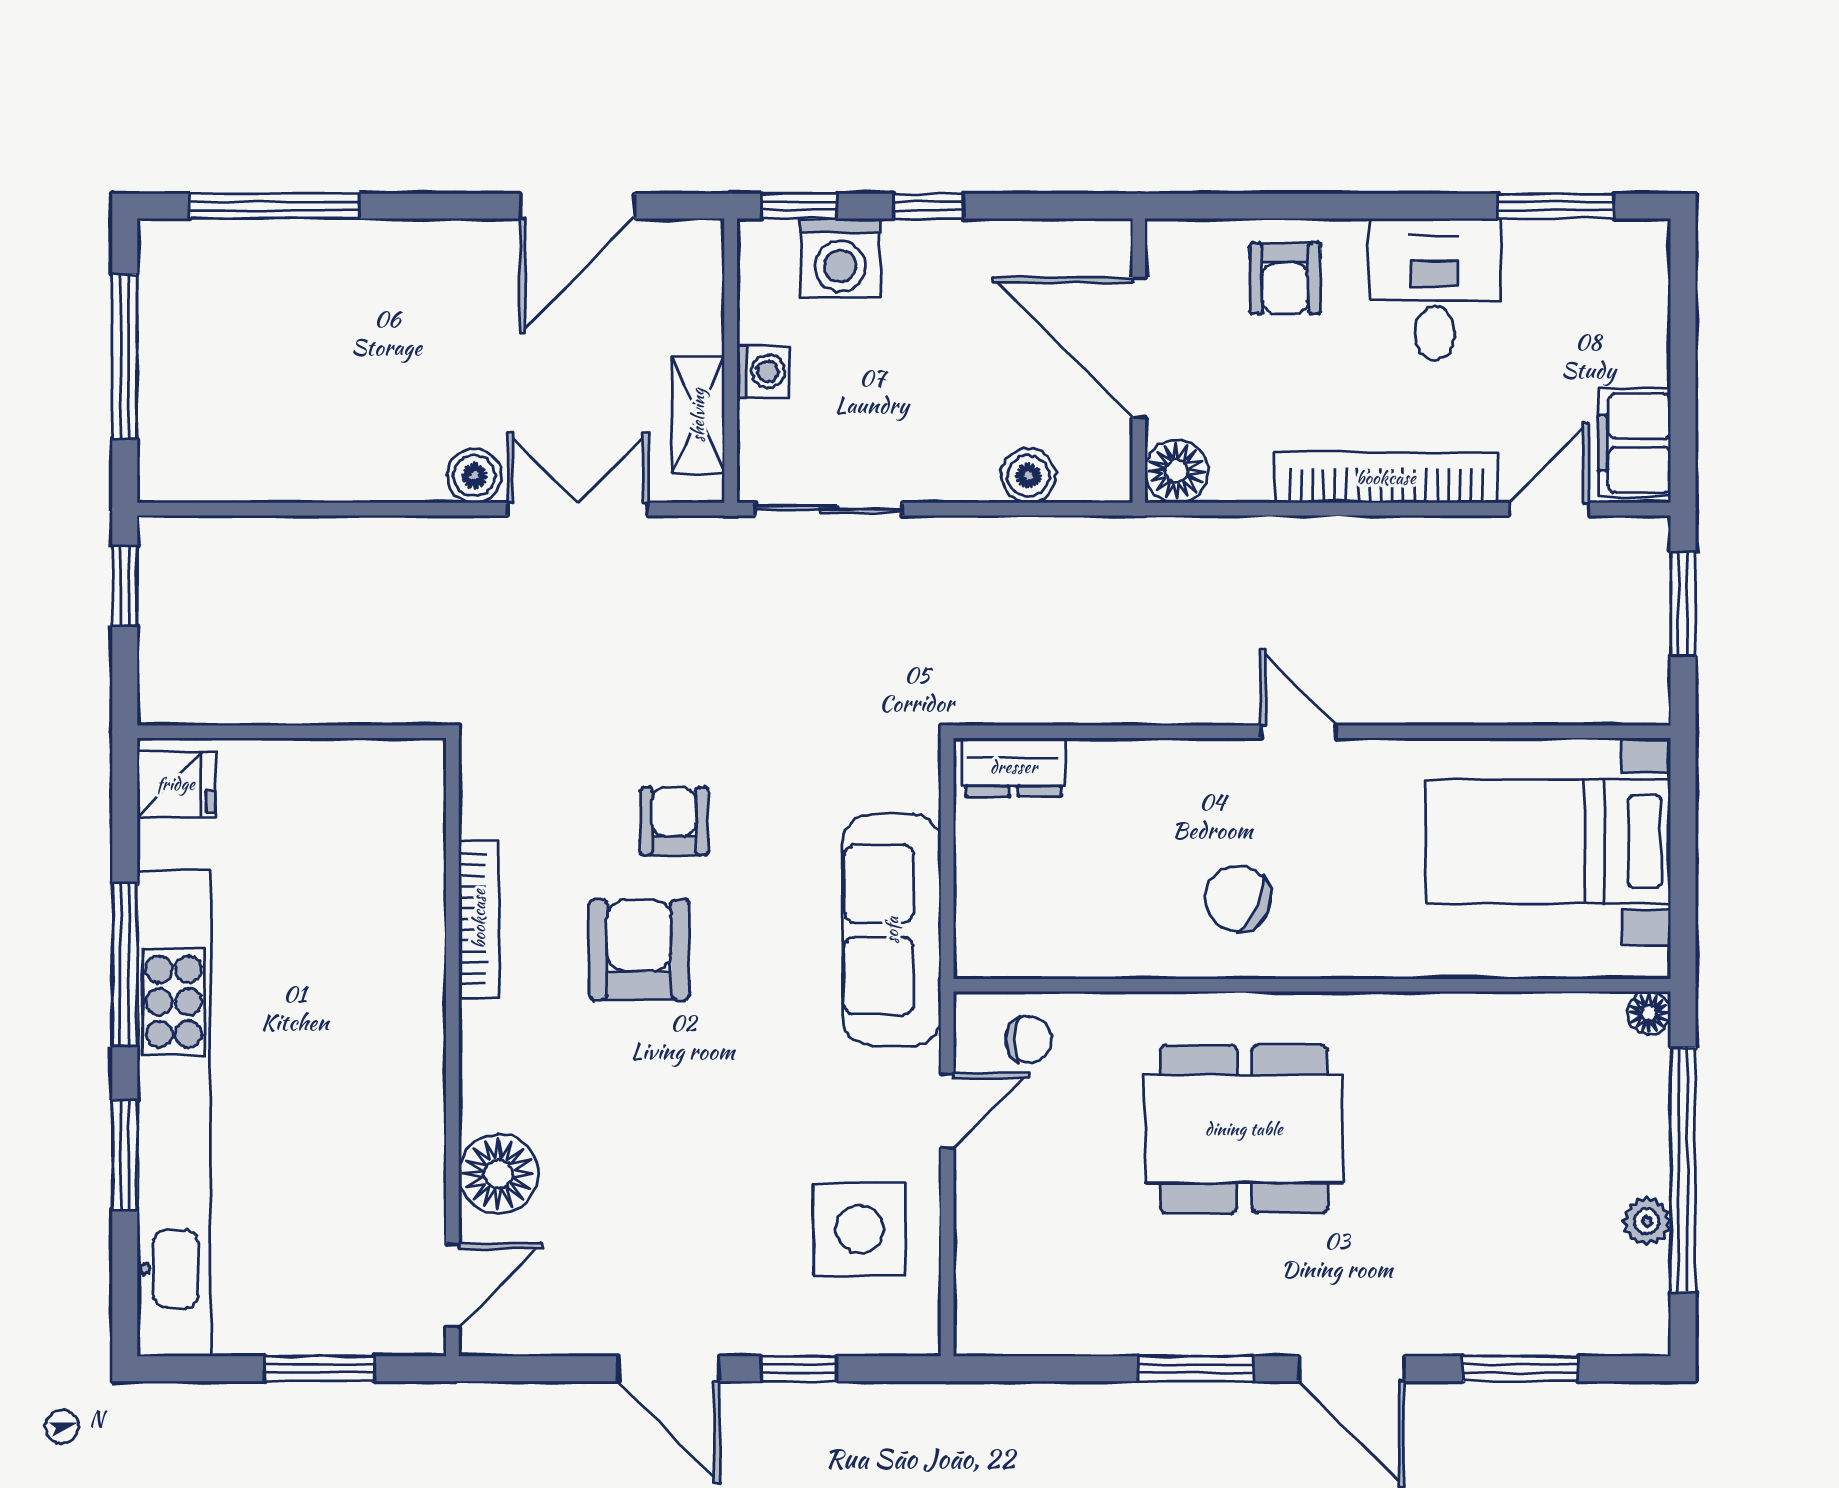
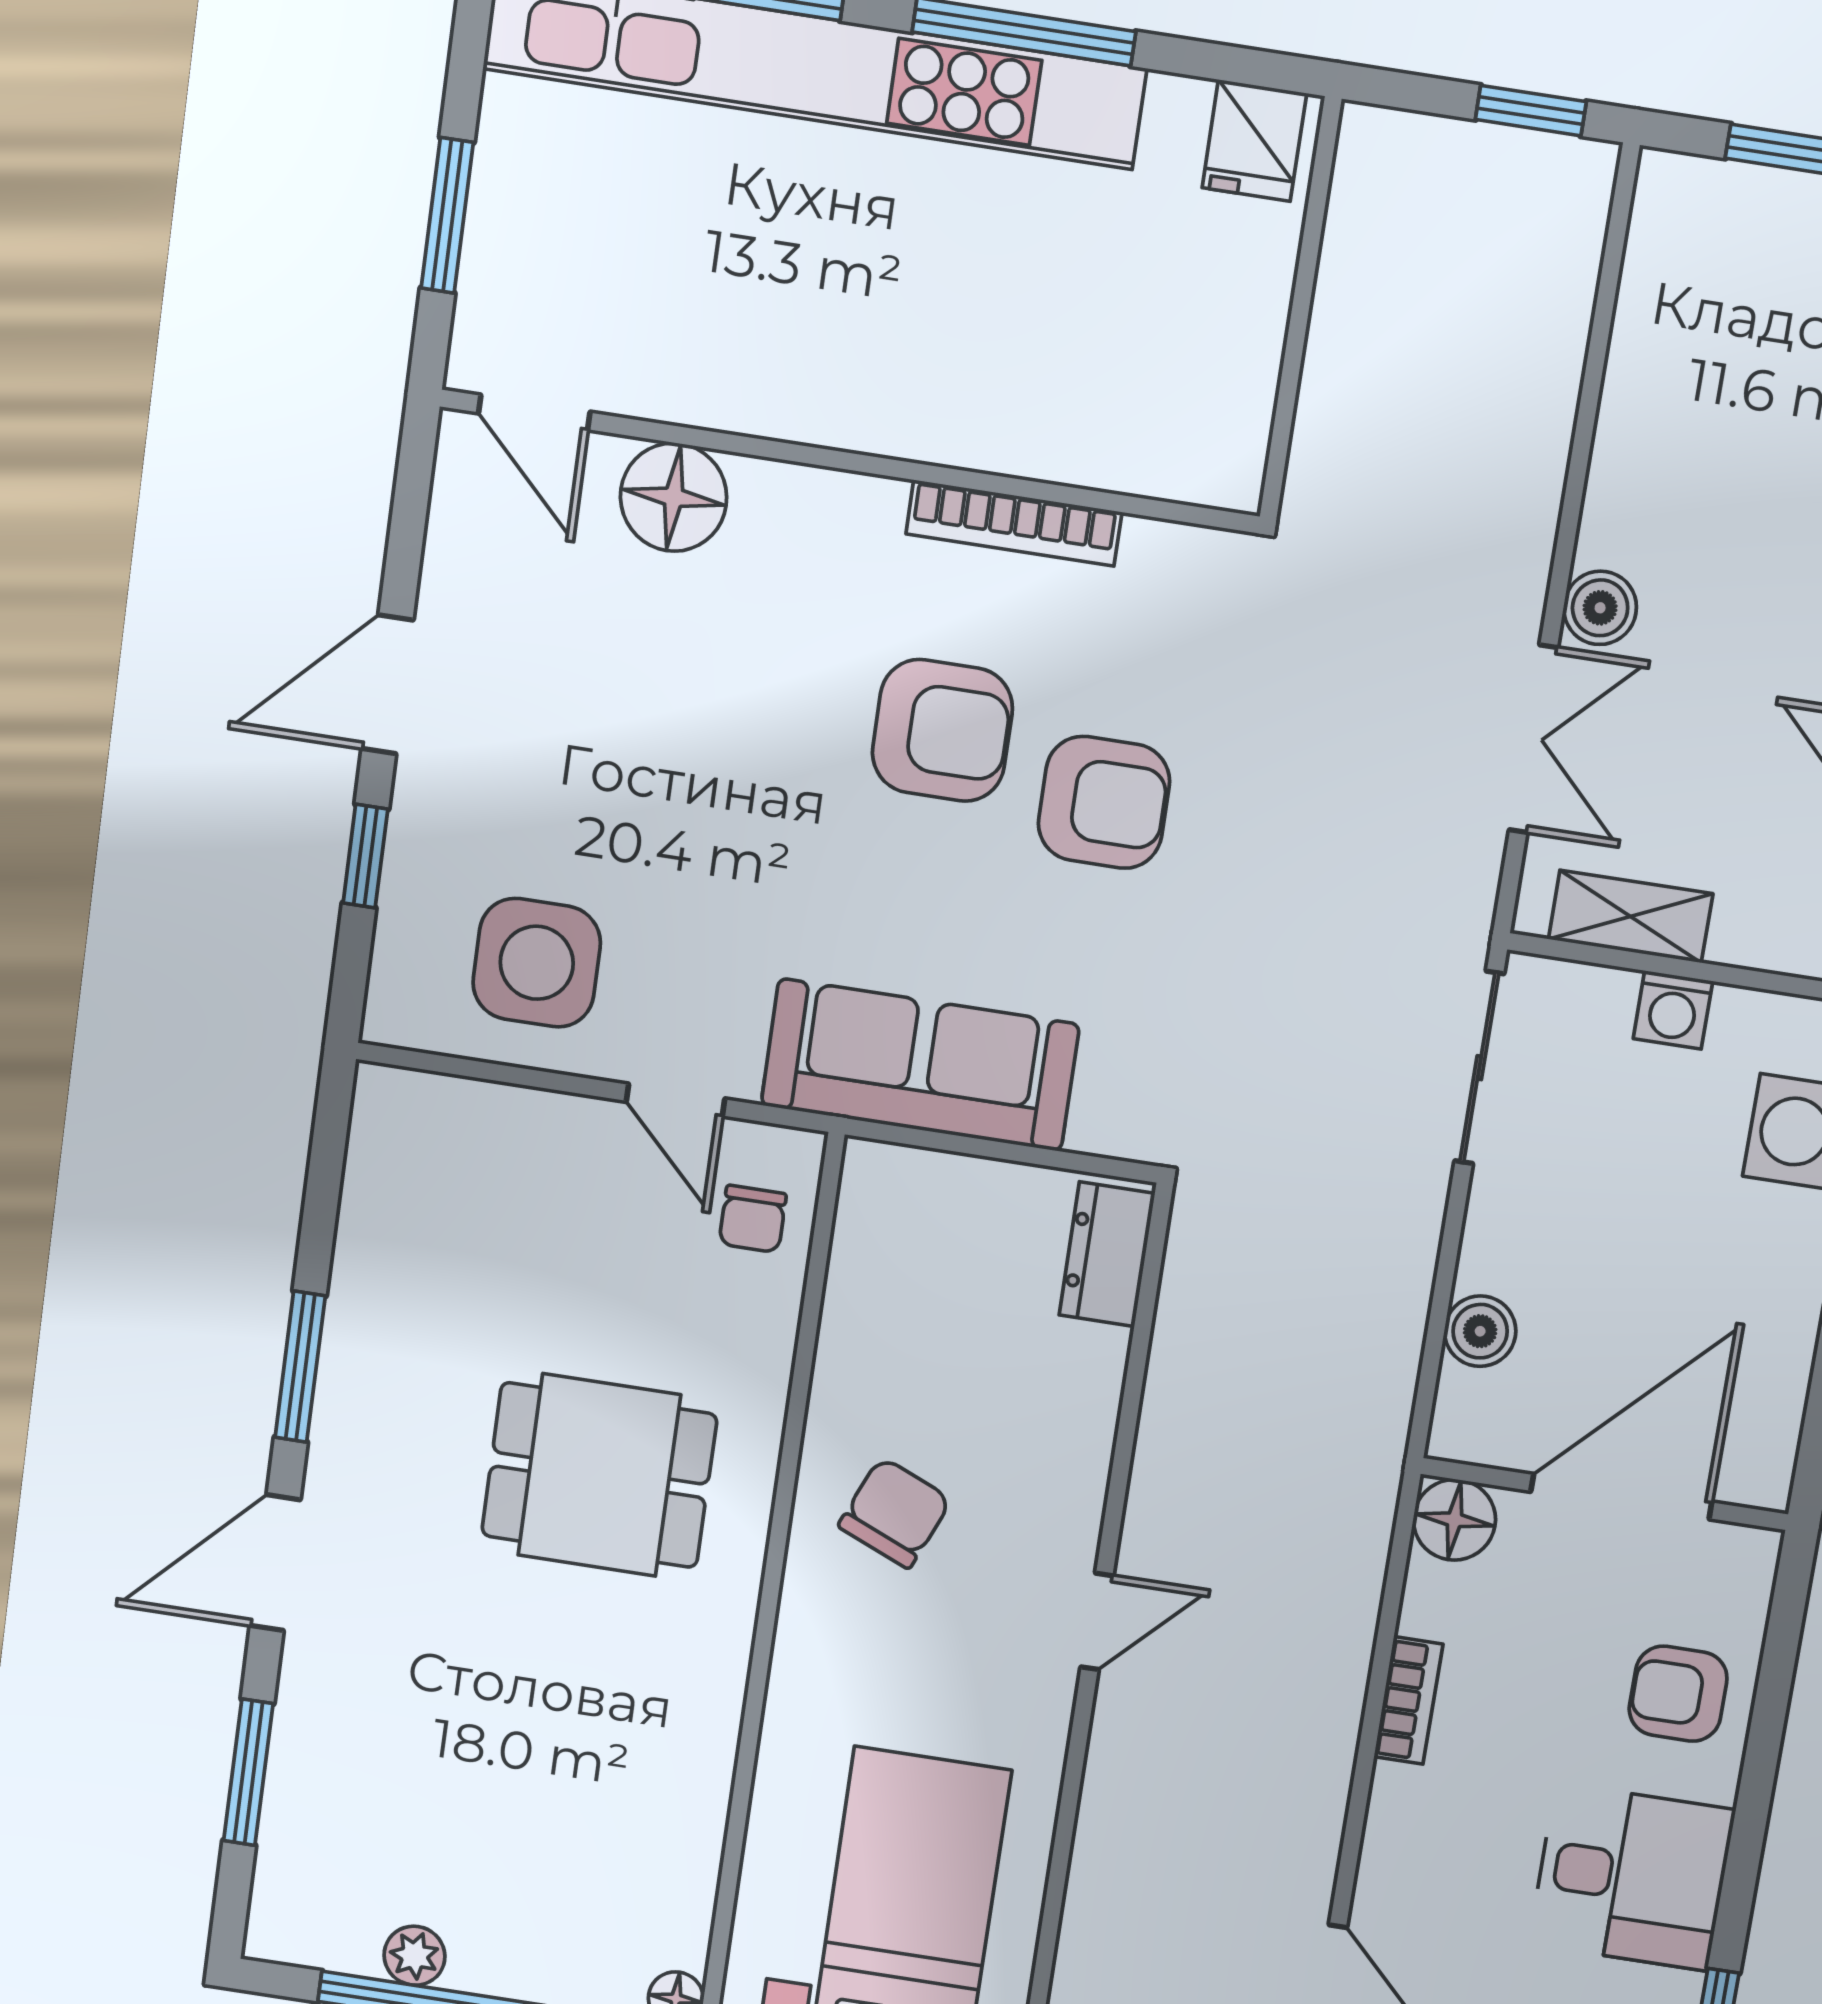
bookcase: (1386, 478) -> (1408, 1700), width x0.43, depth x0.76
armchair: (674, 821) -> (1104, 802), width x1.38, depth x1.38
dining table: (1244, 1129) -> (599, 1475), width x0.73

